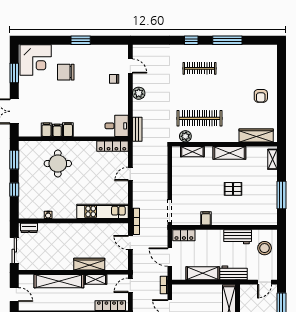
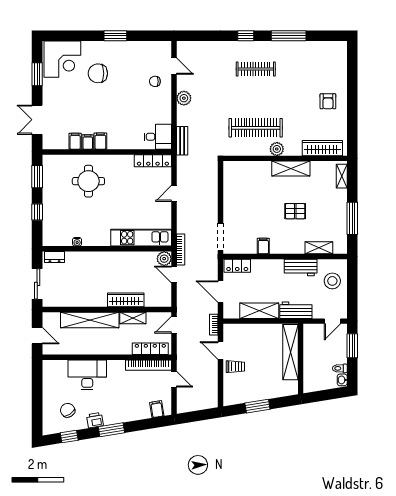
plant: (185, 136) -> (277, 149), moved
shelving: (192, 152) -> (319, 248), moved
plant: (122, 229) -> (164, 259), added

